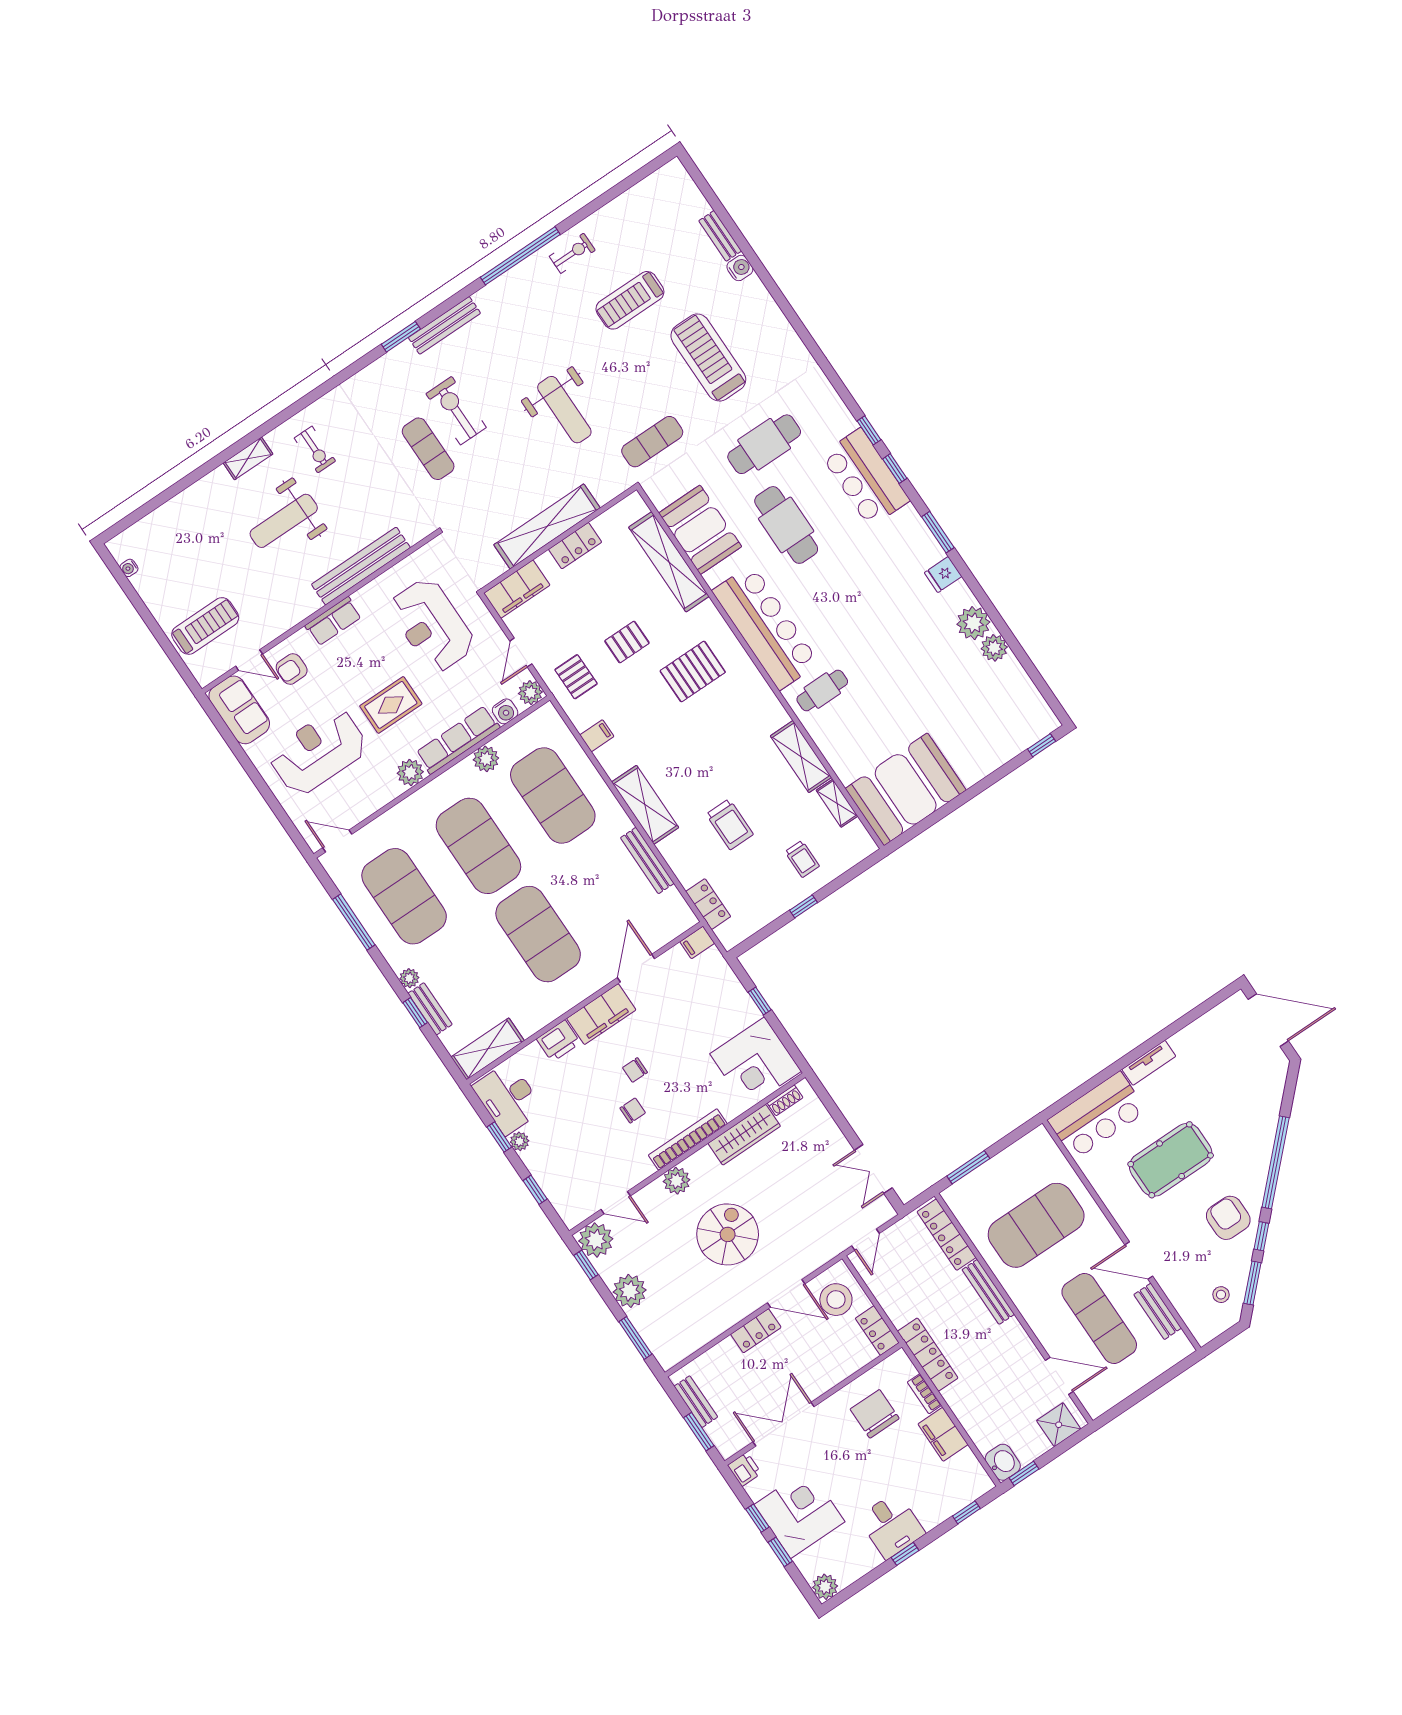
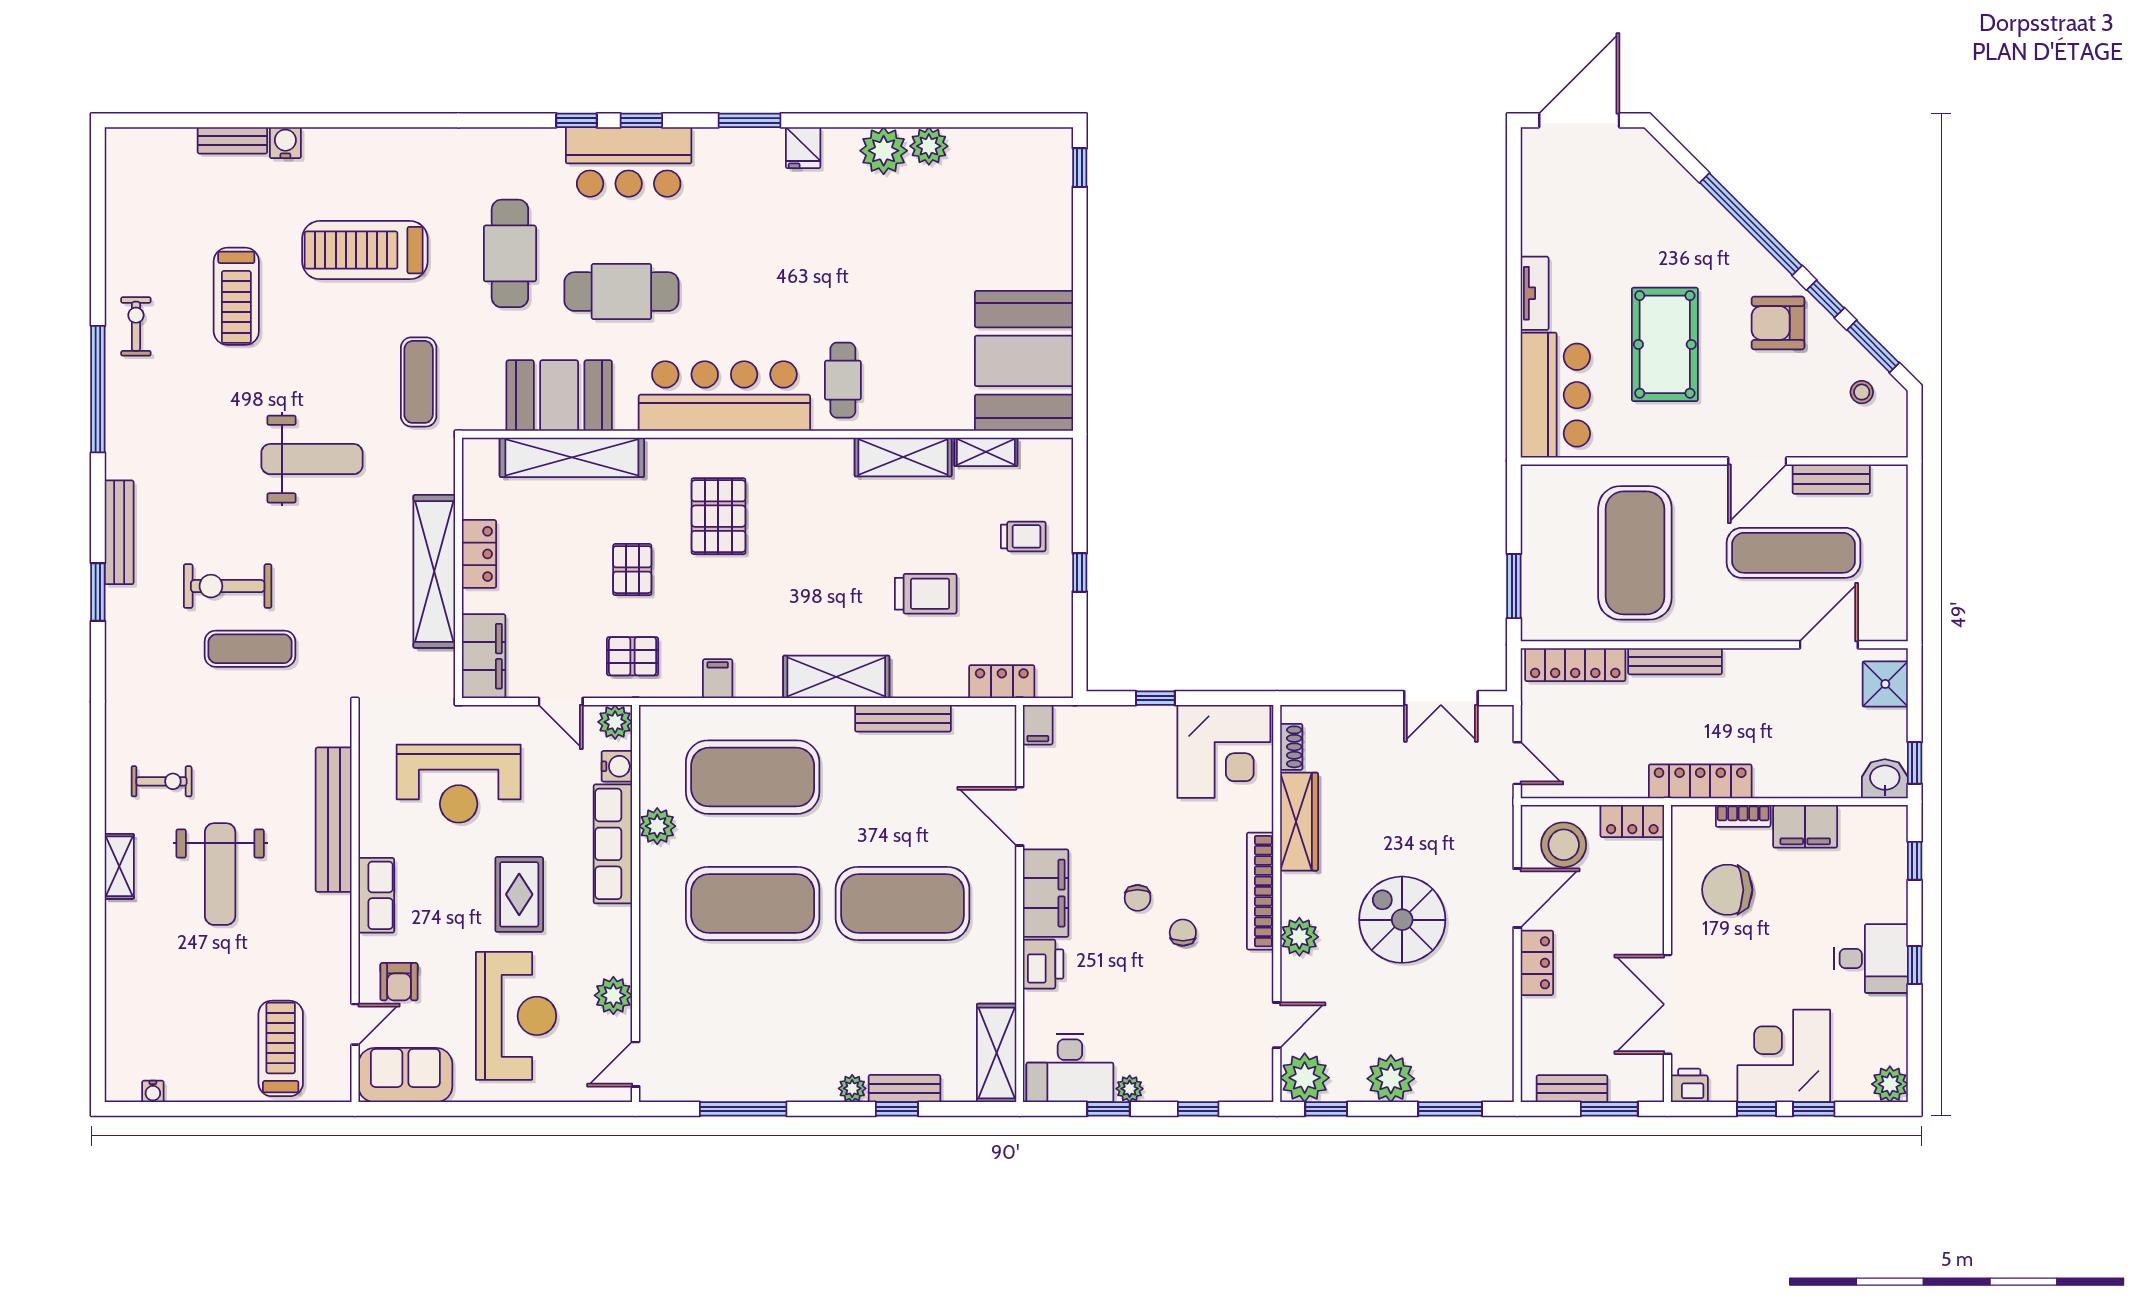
reception desk: (318, 751) -> (516, 1016), turned 180
plant: (410, 772) -> (613, 995), moved
exercise mat: (404, 896) -> (753, 1030), removed

